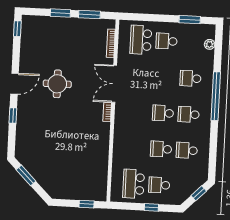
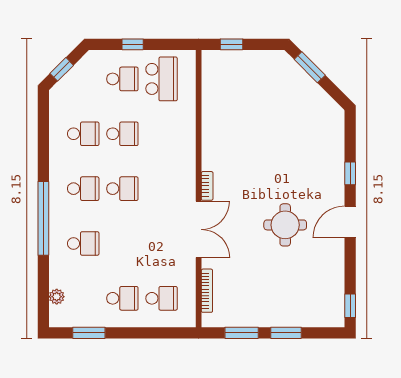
school desk: (141, 40) -> (162, 298), width x0.54
window: (26, 175) -> (310, 67), moved

